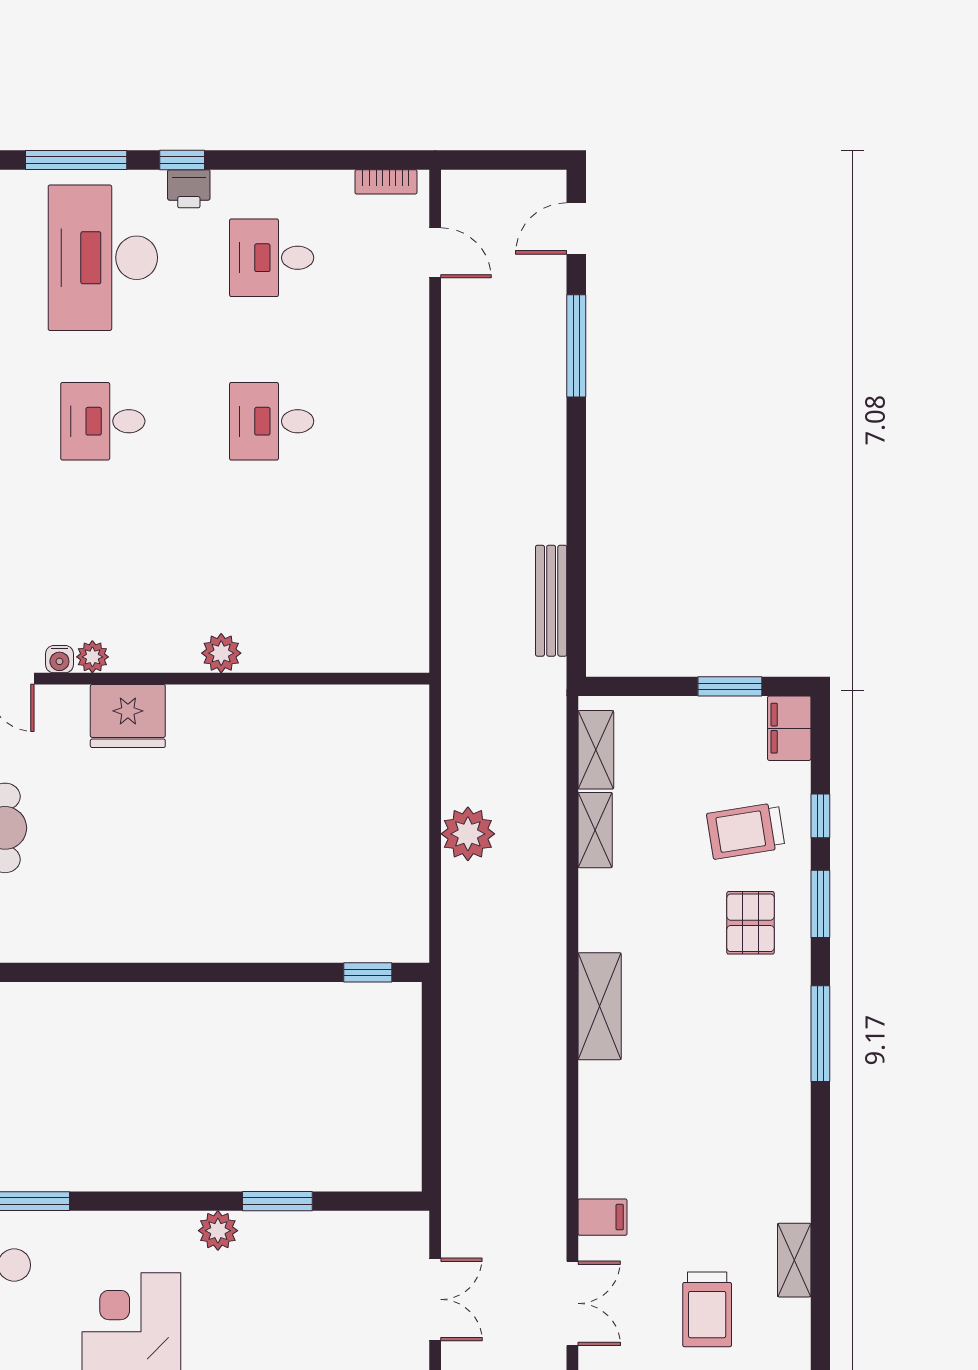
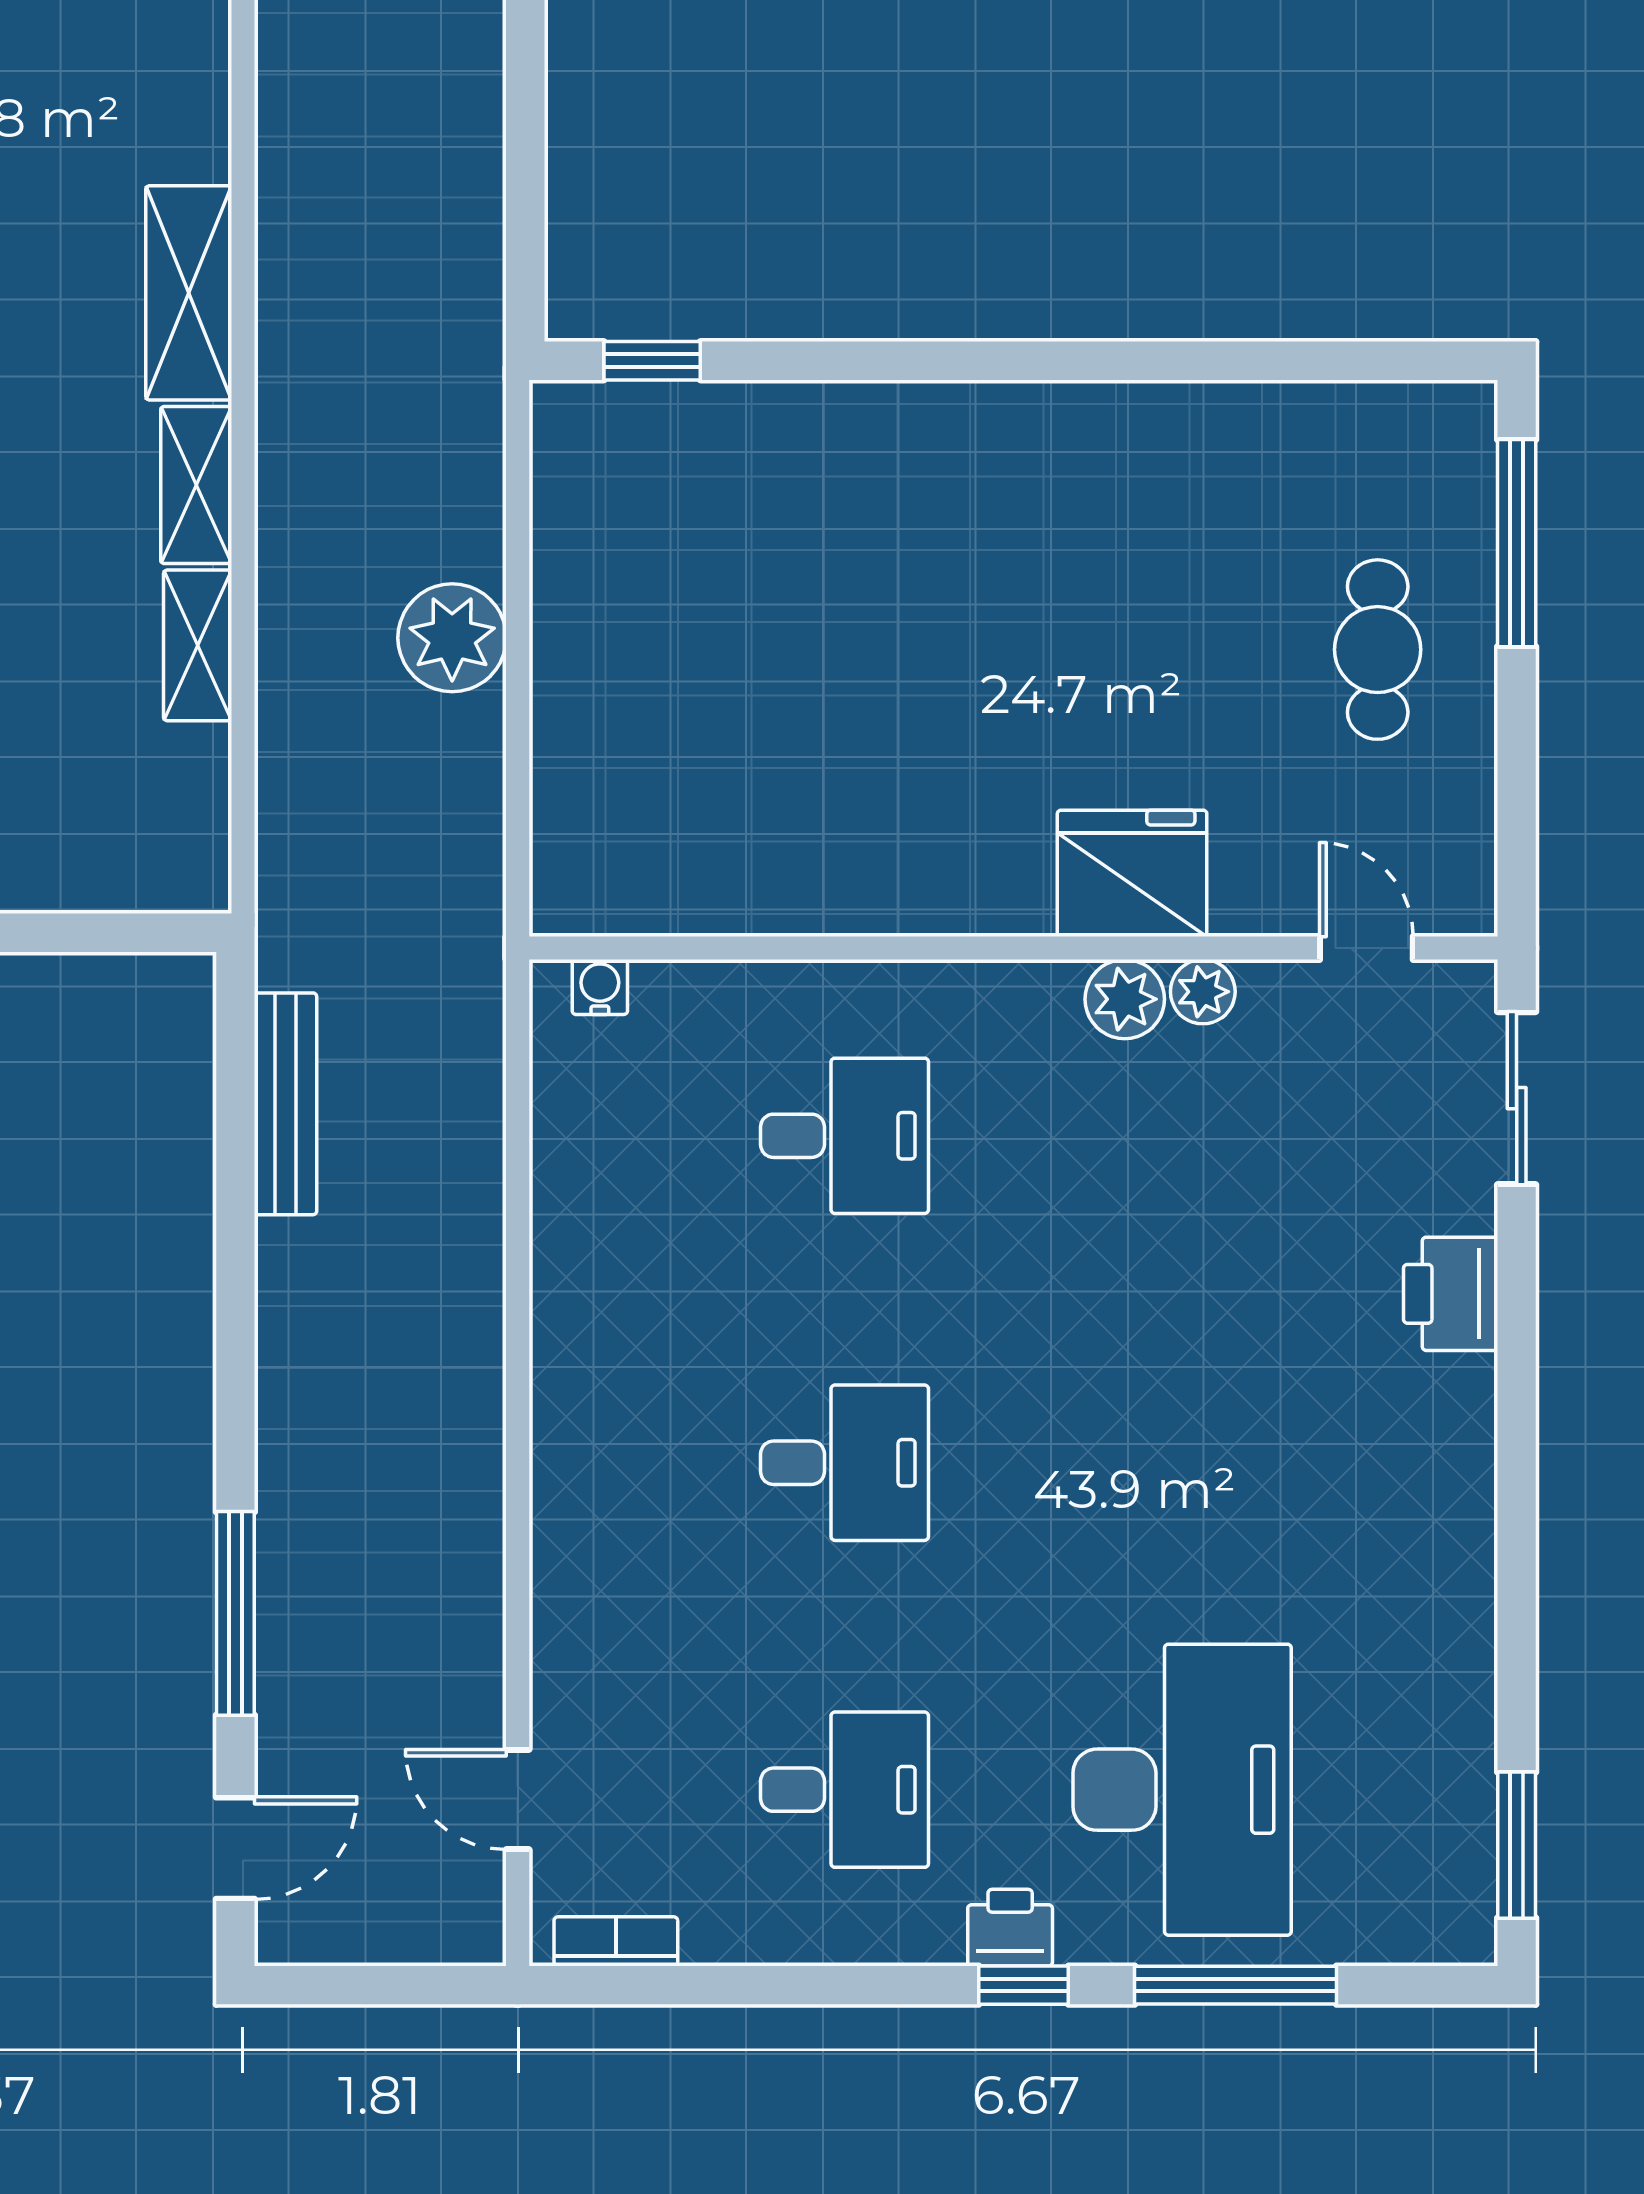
desk: (103, 421) -> (845, 1136), moved
plant: (221, 653) -> (1125, 999), moved
water cooler: (59, 659) -> (600, 987), moved
shelving: (596, 750) -> (196, 485), moved

